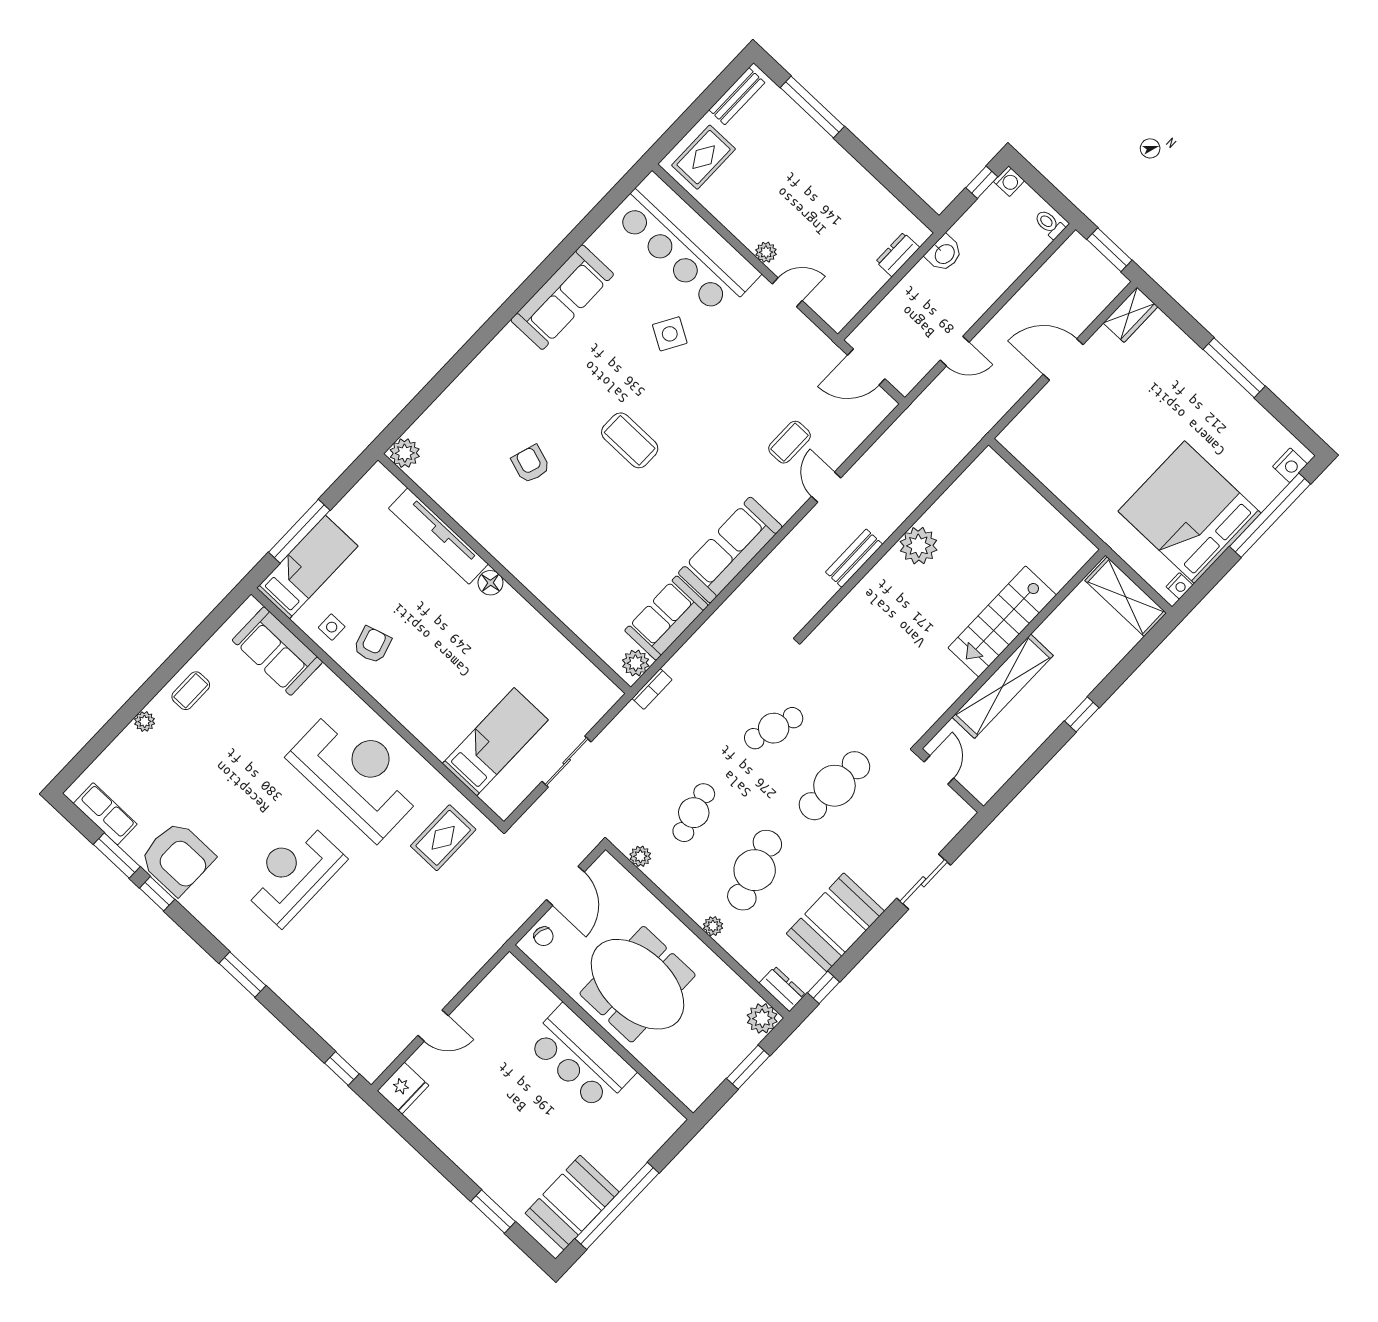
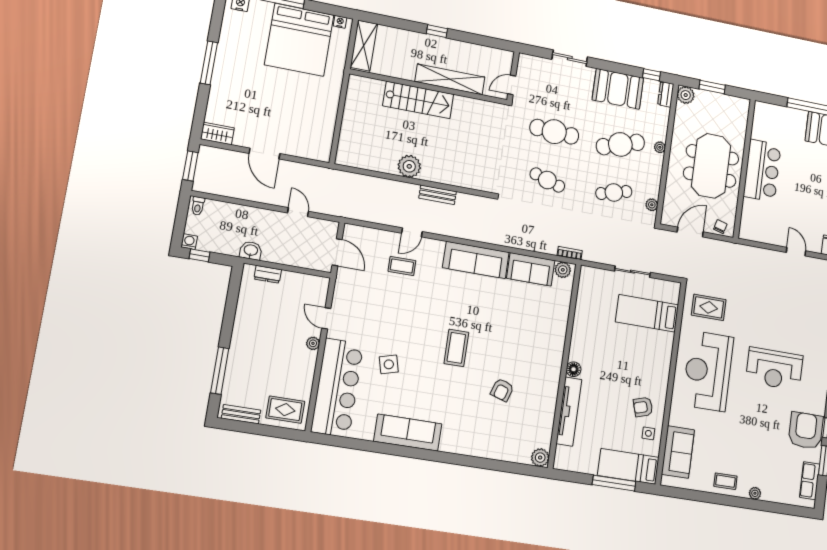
side table: (670, 334) -> (389, 364), turned 45

